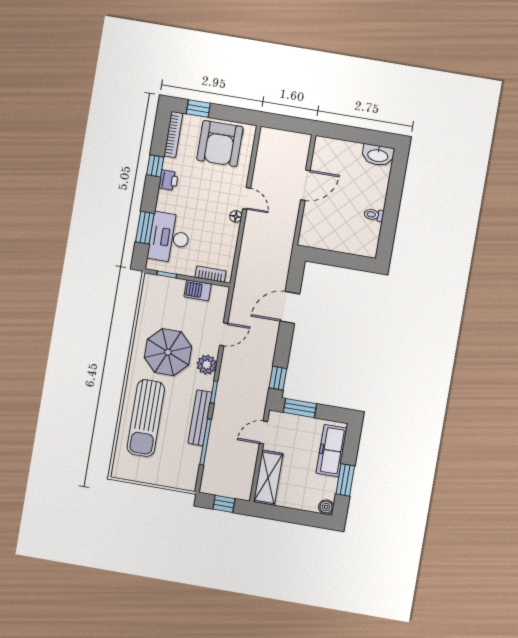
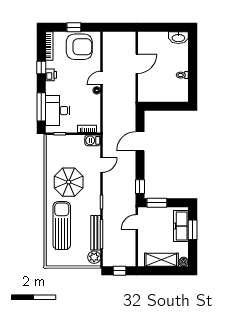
window: (198, 109) -> (74, 27), moved
armchair: (220, 143) -> (79, 47), turned -90
door: (247, 198) -> (102, 78), swing flipped
window: (145, 228) -> (41, 107), width x1.44
barbecue: (198, 290) -> (93, 140), moved
plant: (207, 365) -> (94, 257), moved
sun lounger: (146, 418) -> (62, 226), turned 180
bench: (200, 418) -> (96, 233), moved
shelving: (268, 478) -> (161, 260), moved, turned 90
window: (345, 480) -> (193, 230), moved

